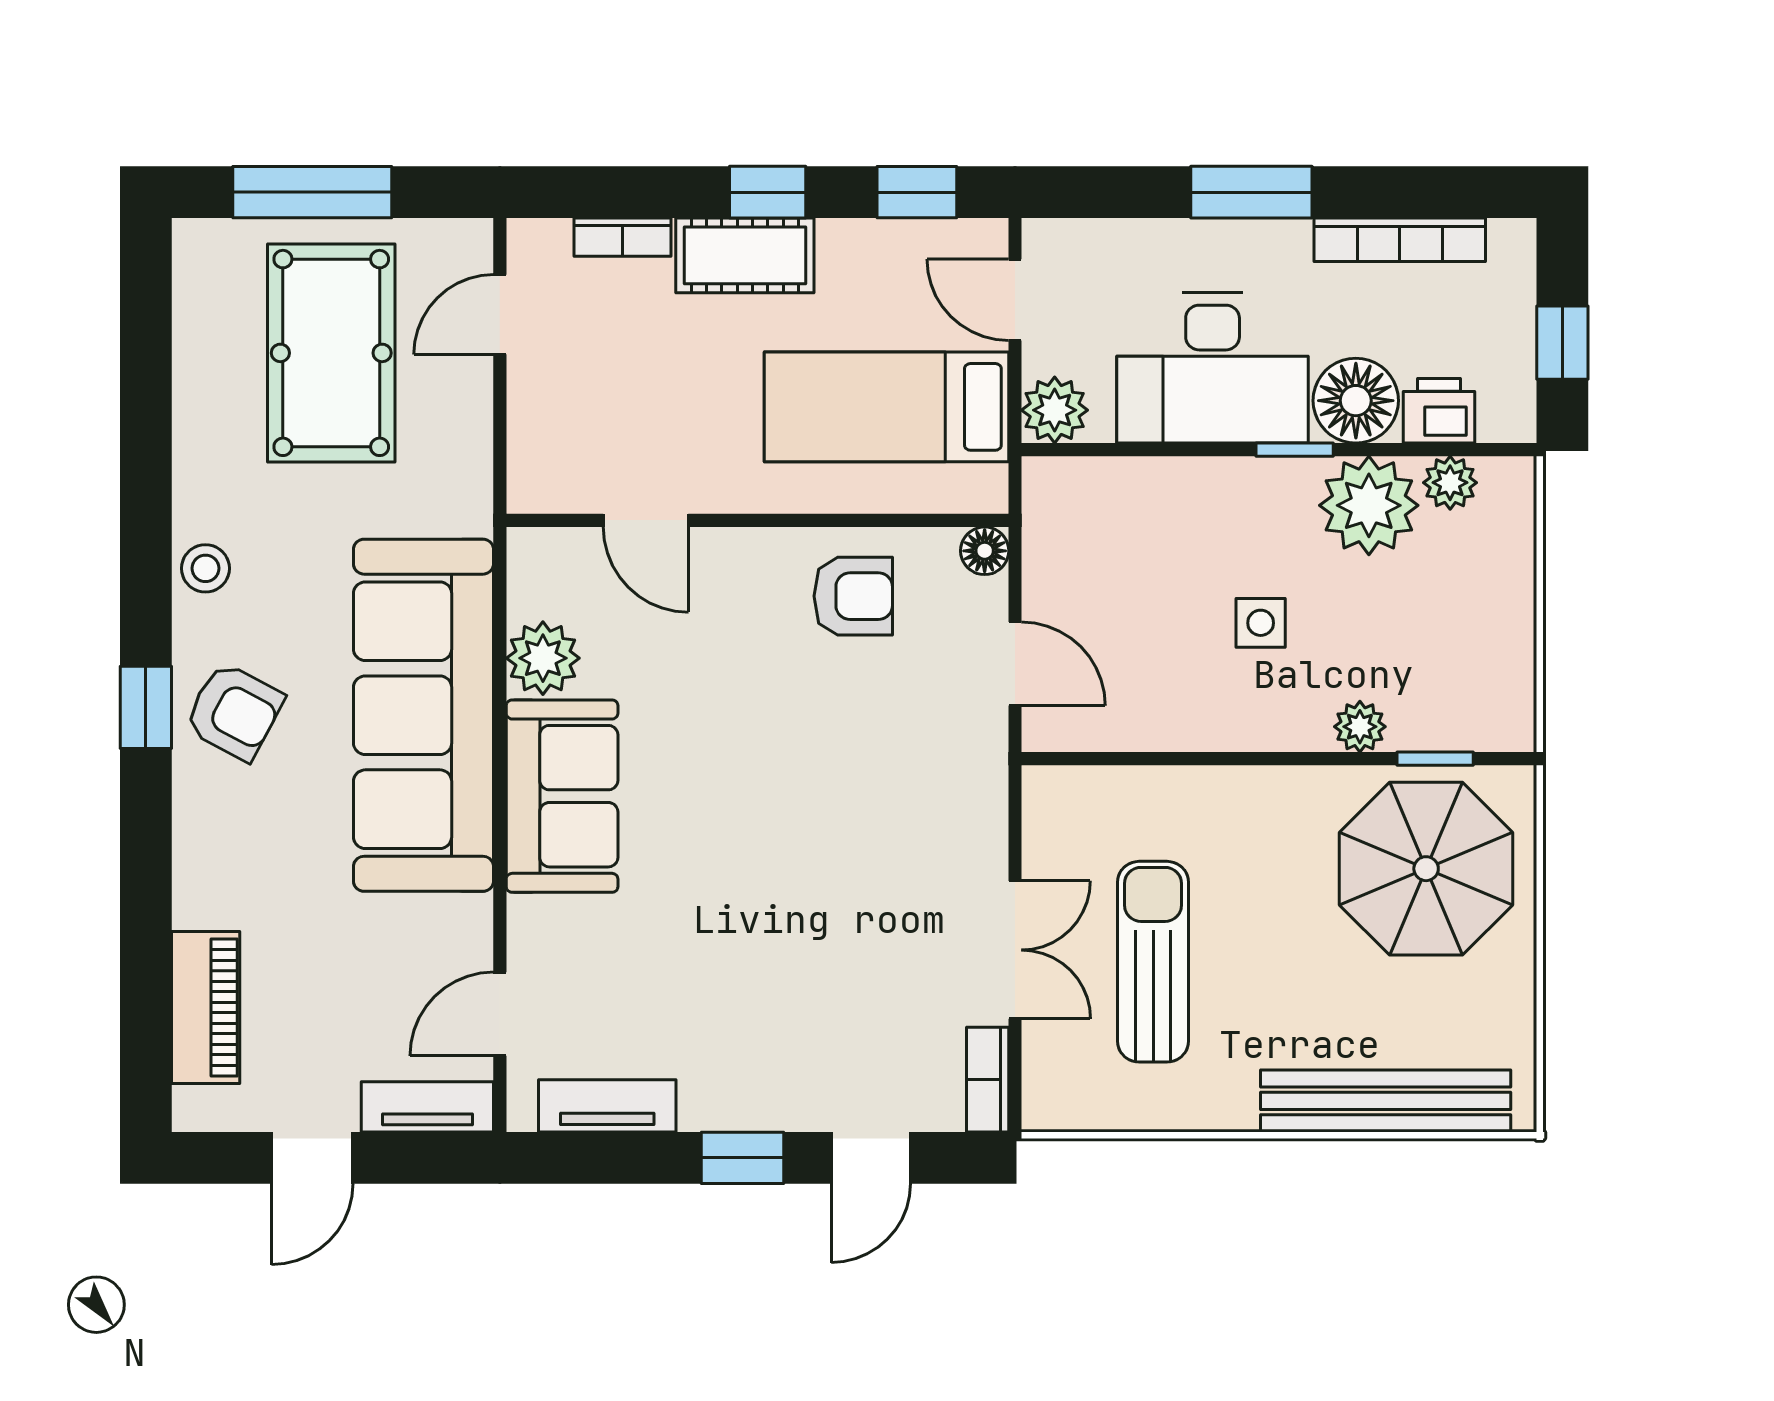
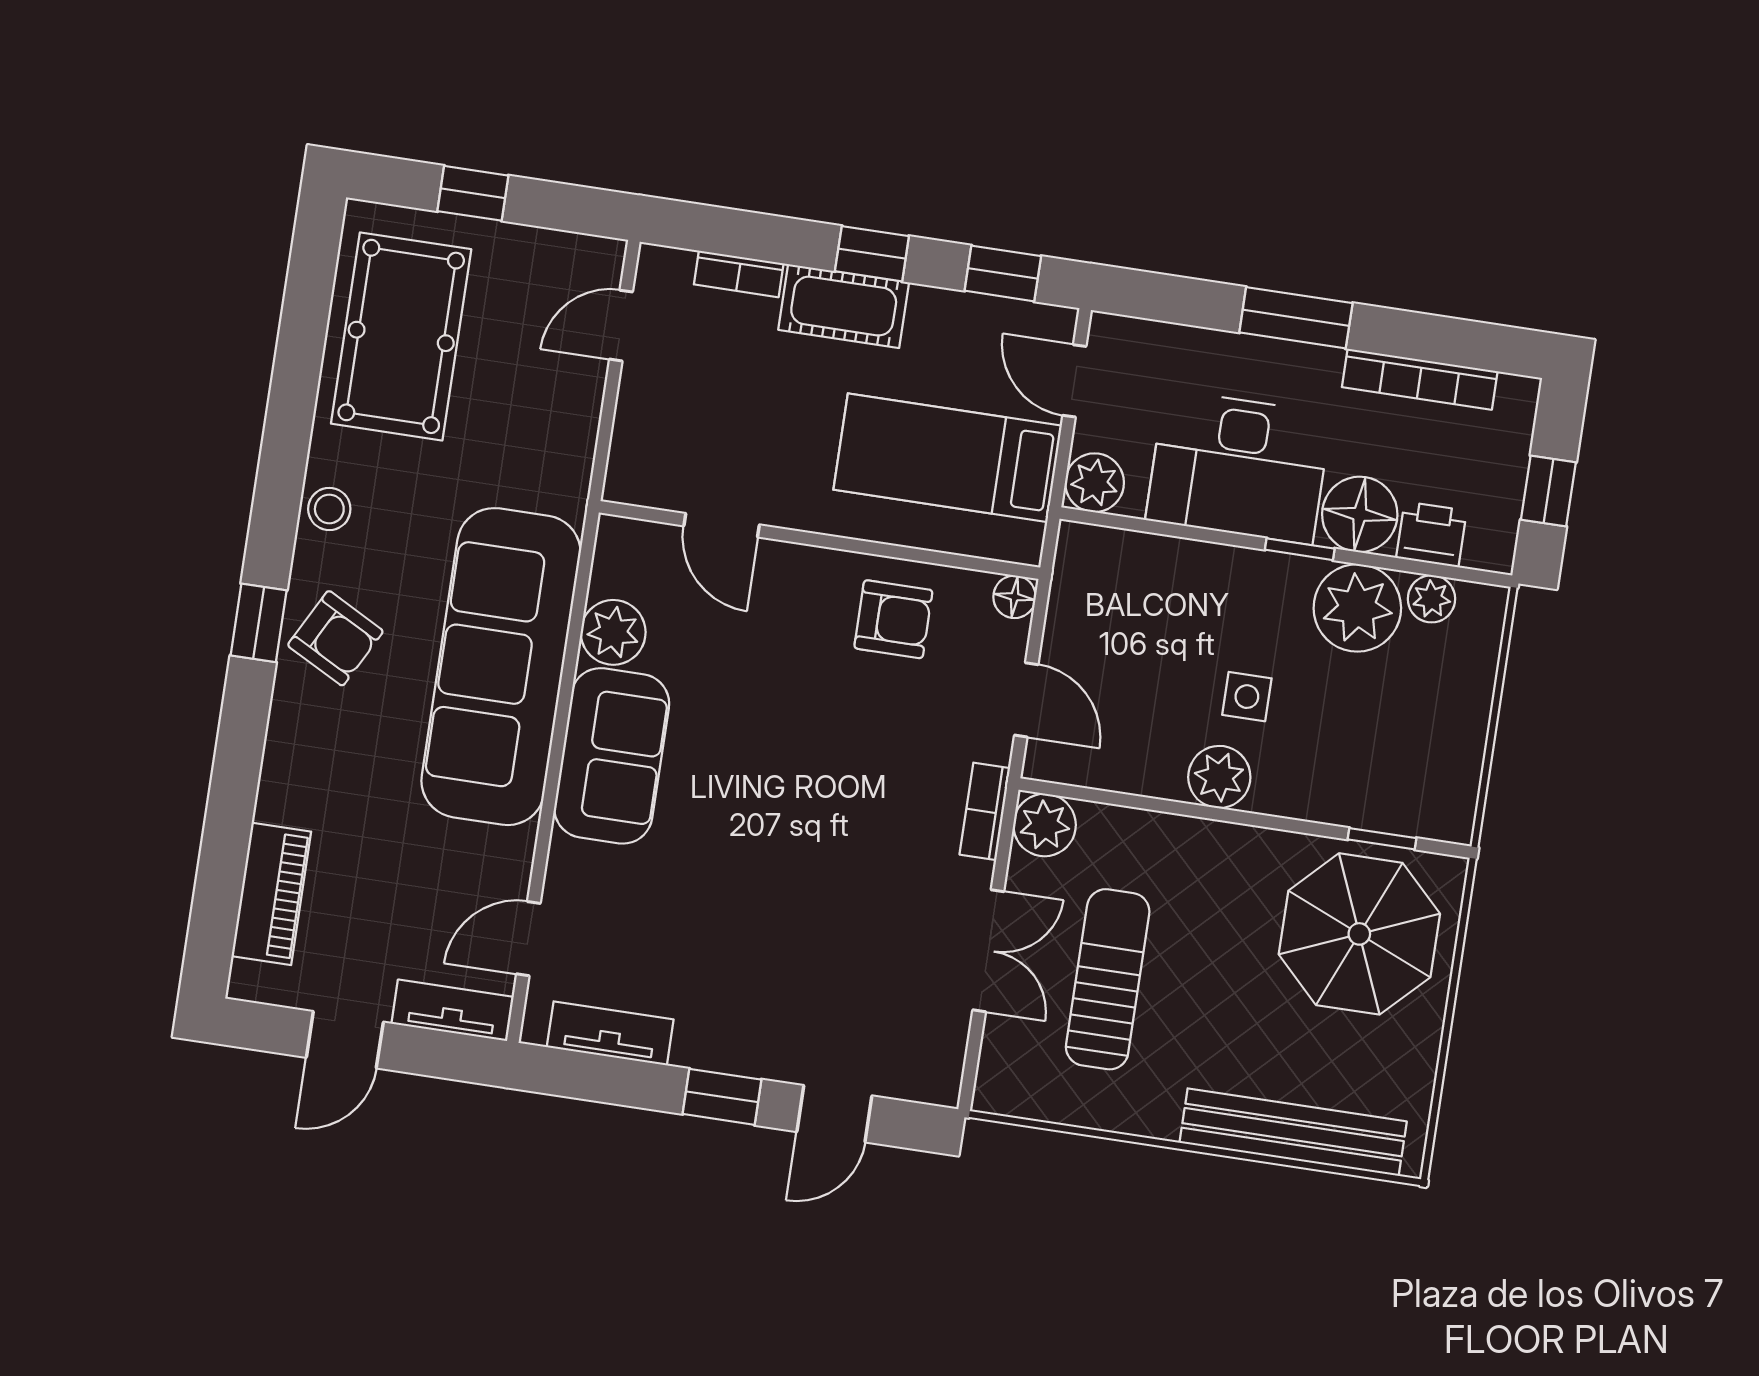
window: (312, 192) -> (473, 193), width x0.46
pool table: (331, 353) -> (401, 336), moved
plant: (1360, 727) -> (1219, 777), moved, width x1.38, depth x1.38
plant: (1057, 800) -> (1045, 825), added
bookcase: (988, 1080) -> (985, 811), moved

